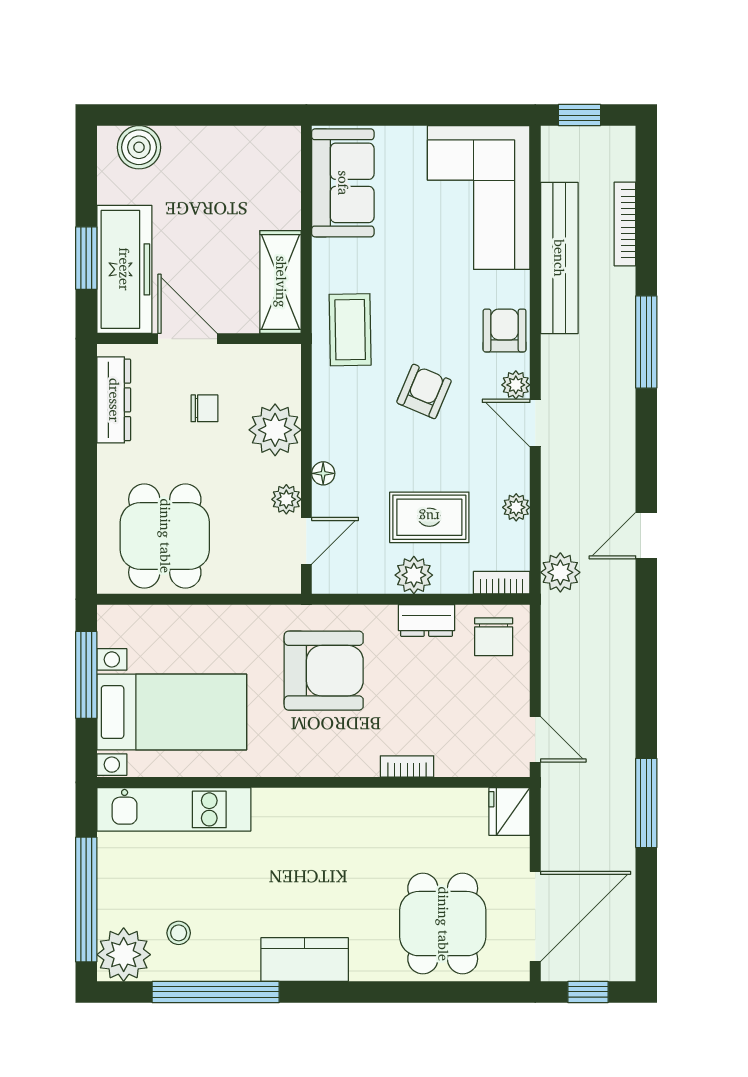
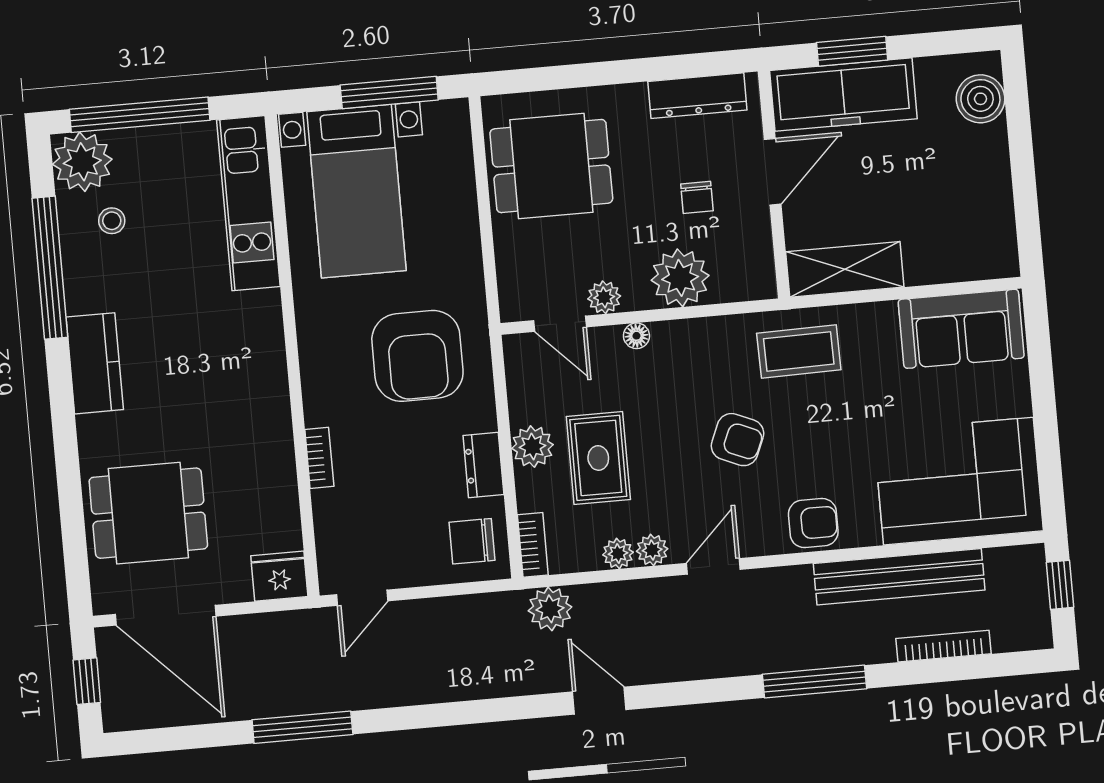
plant: (516, 385) -> (652, 550), moved

